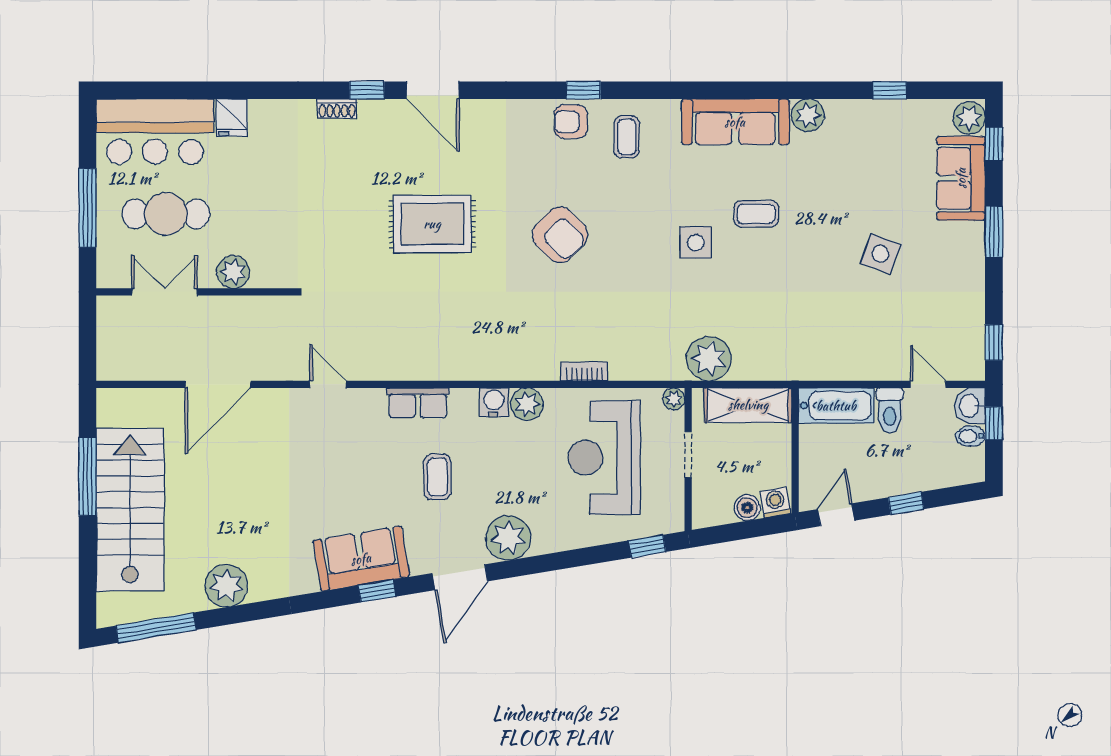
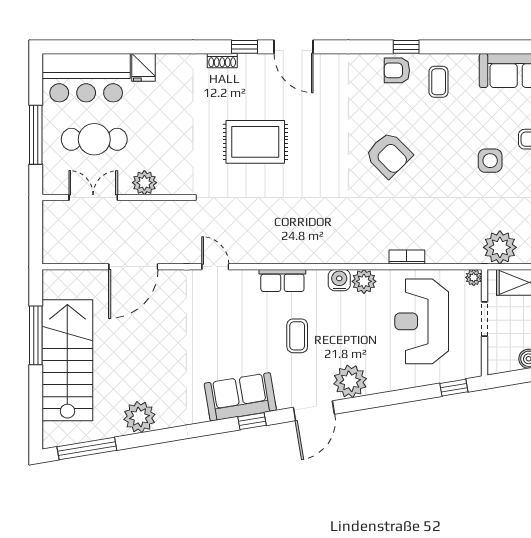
rug: (432, 224) -> (255, 142), moved

